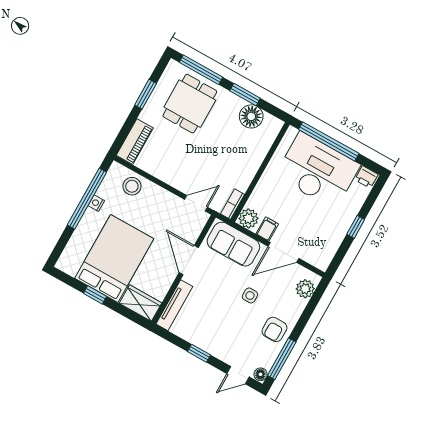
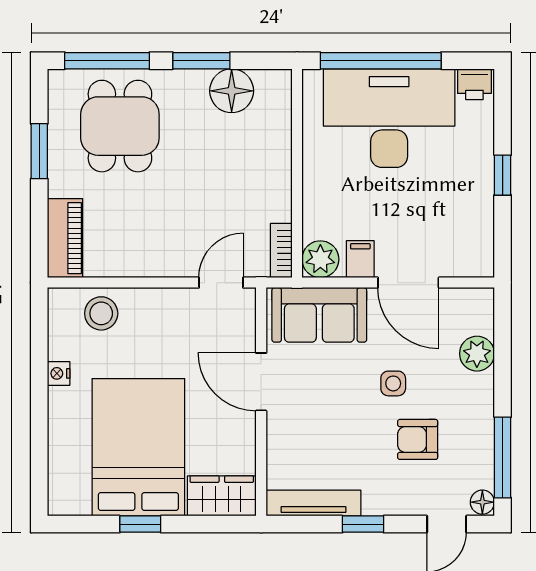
window: (87, 199) -> (39, 375), removed
door: (283, 252) -> (408, 283), hinge flipped
plant: (305, 289) -> (477, 354), moved
tv unit: (174, 305) -> (314, 503), moved, turned -90
armchair: (274, 329) -> (418, 439), moved, turned 90

